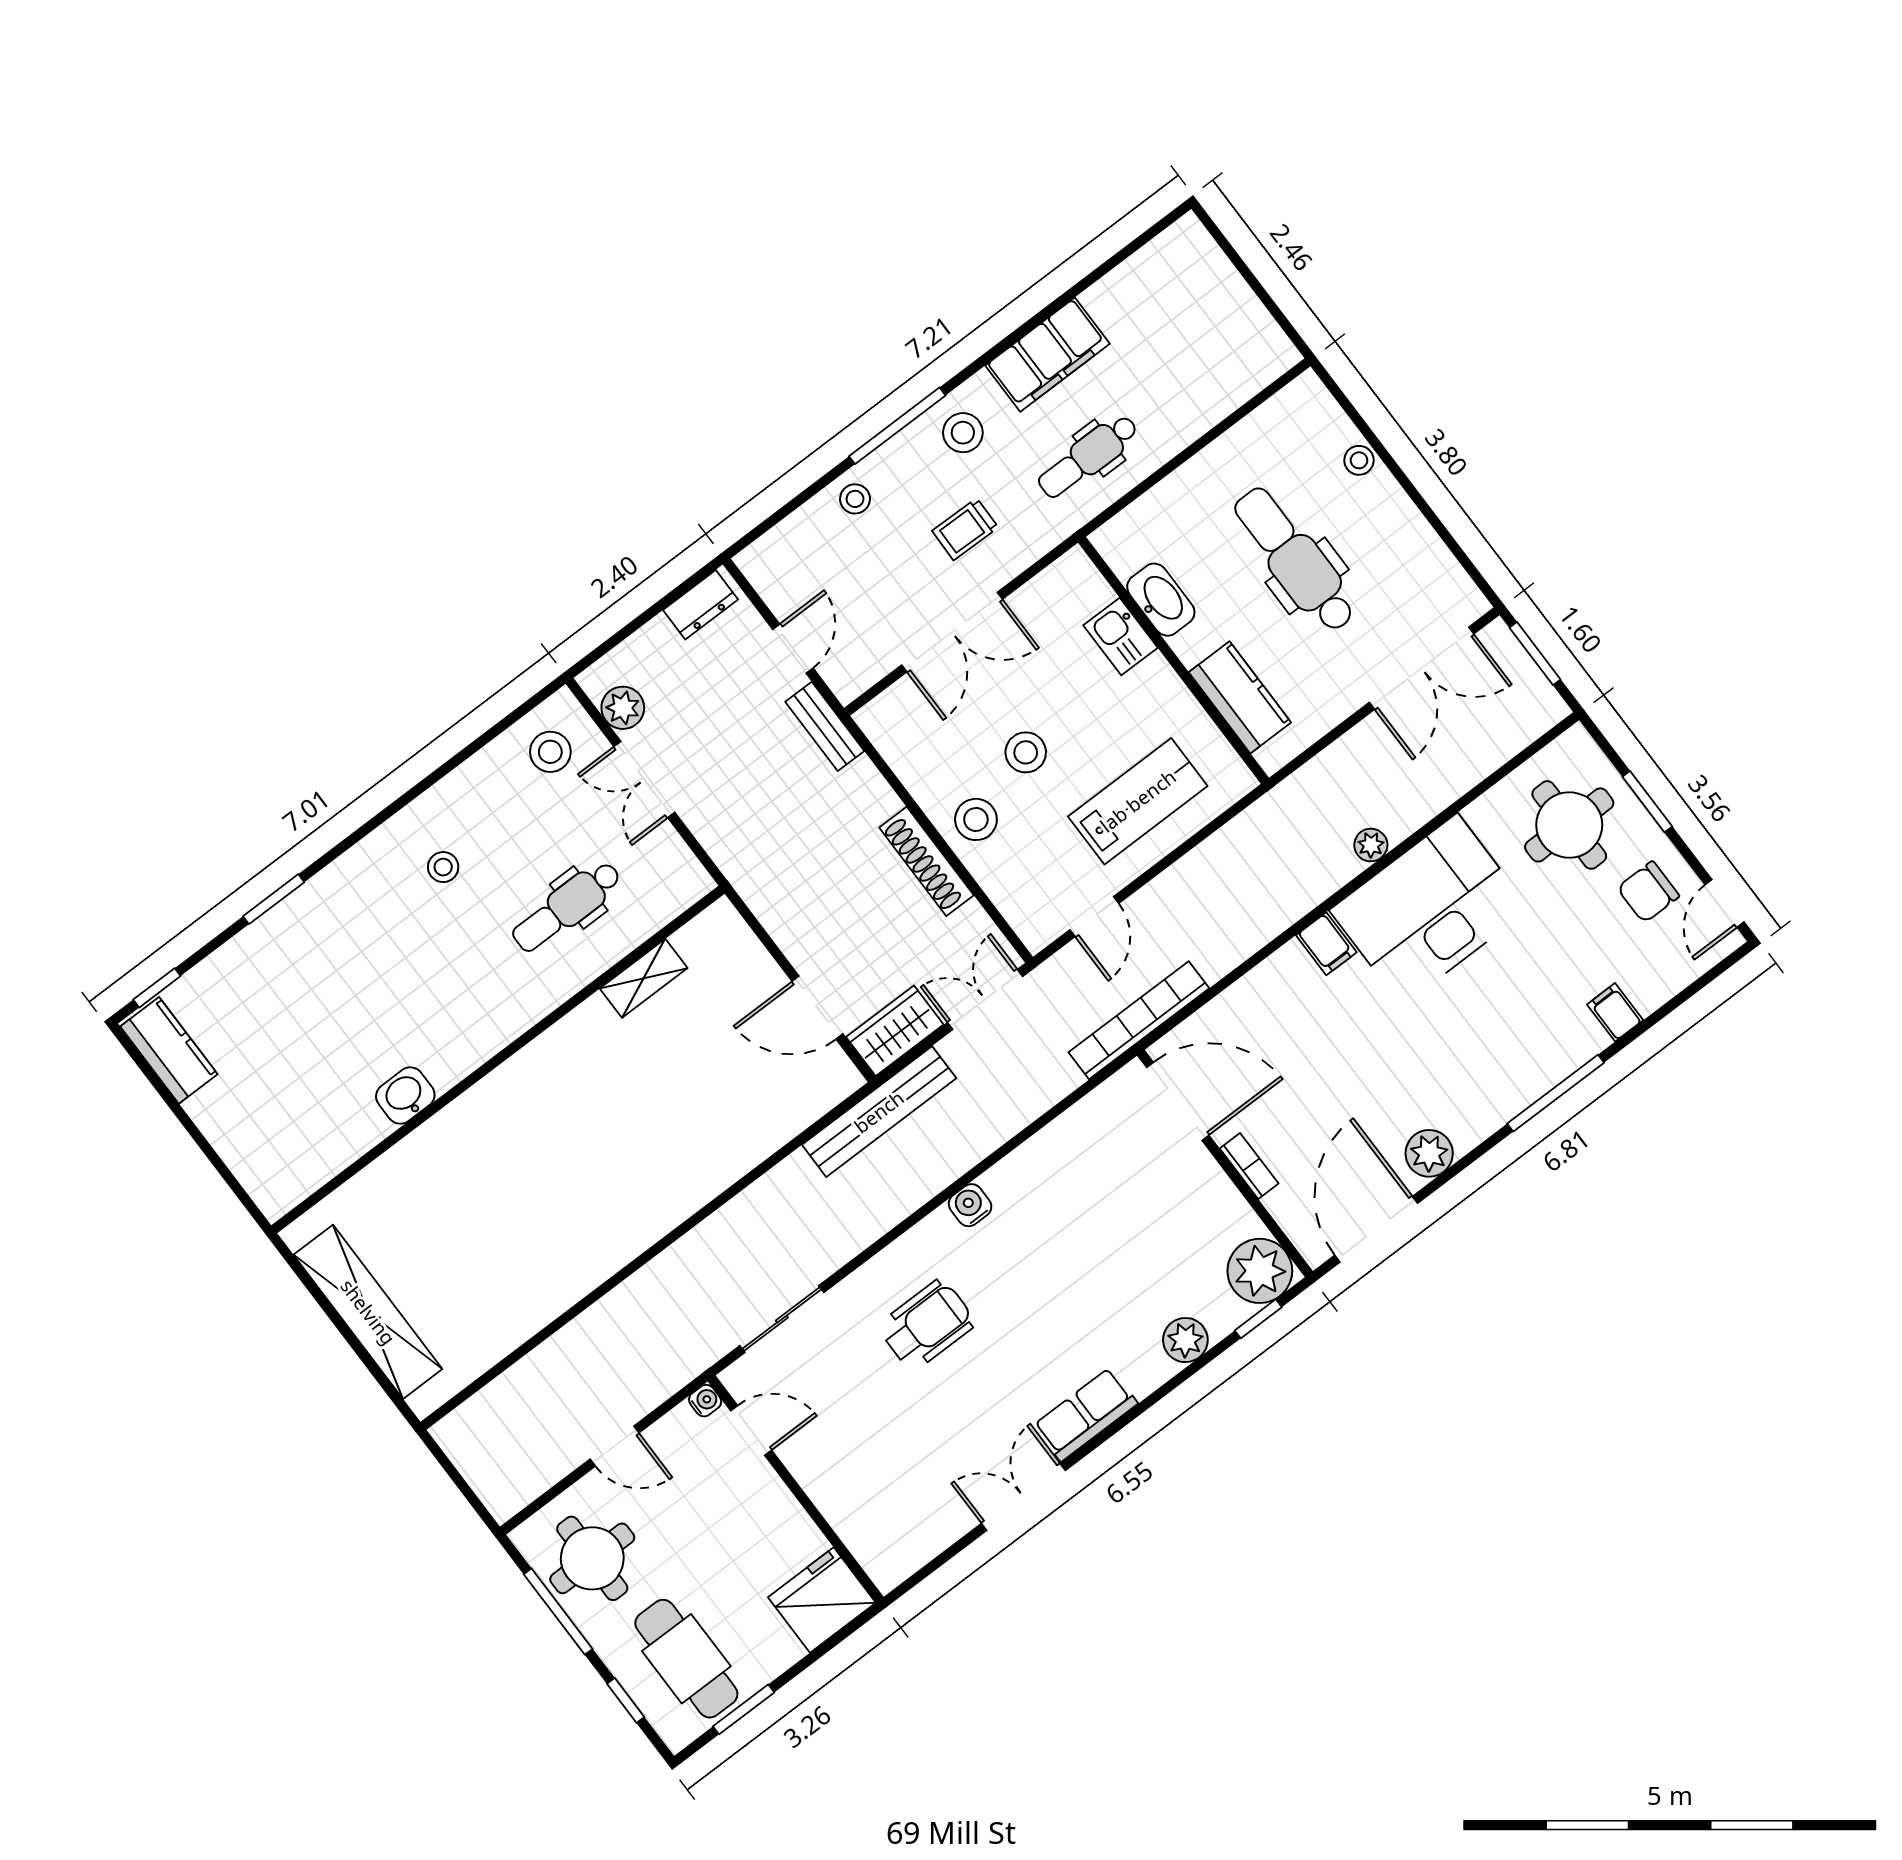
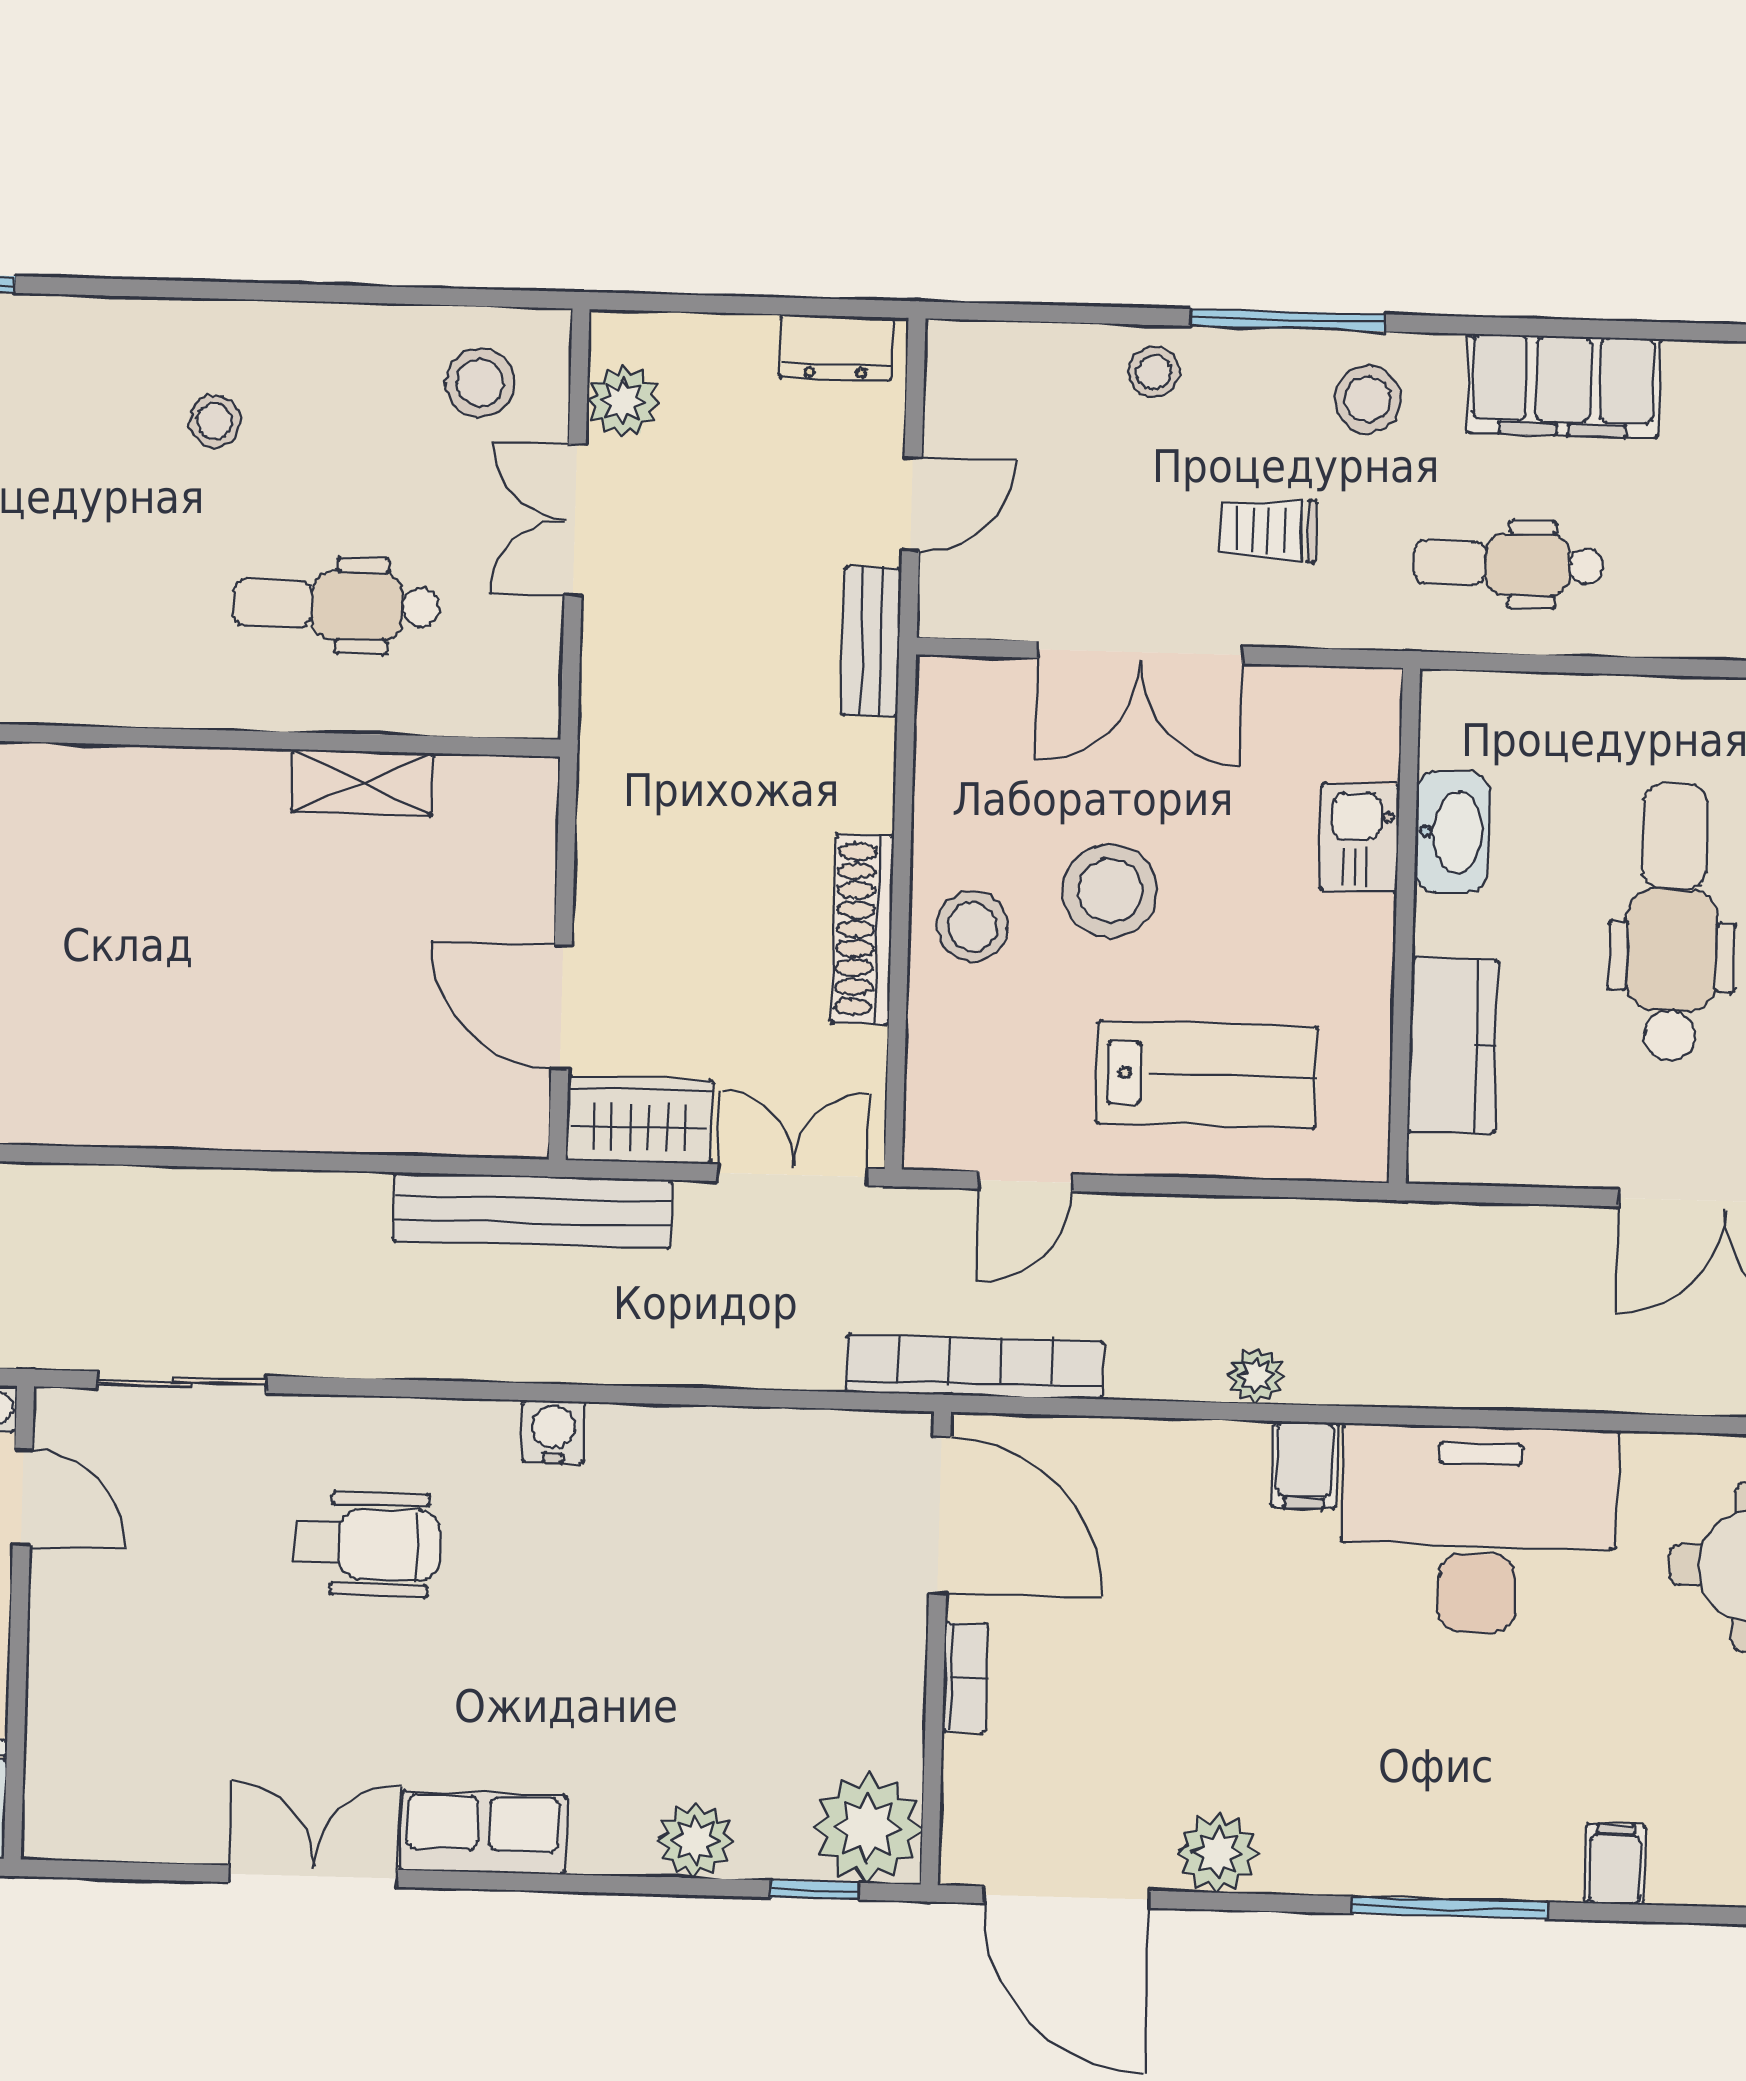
stool: (1026, 752) -> (1110, 890), width x1.38, depth x1.38
plant: (1371, 845) -> (1256, 1376), moved
door: (1376, 1229) -> (1067, 1897), swing flipped

